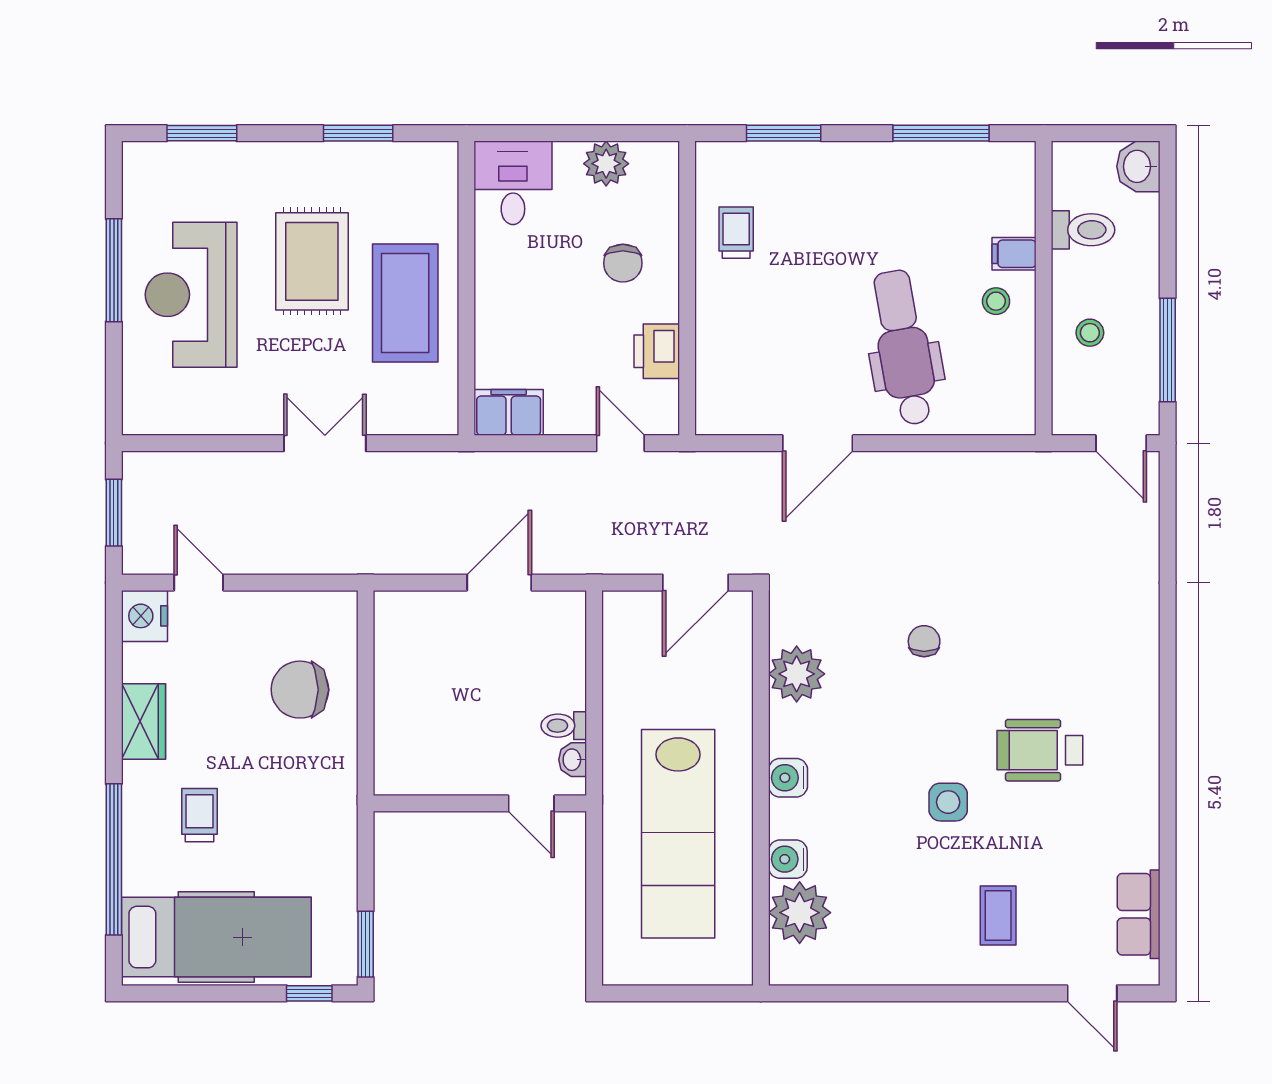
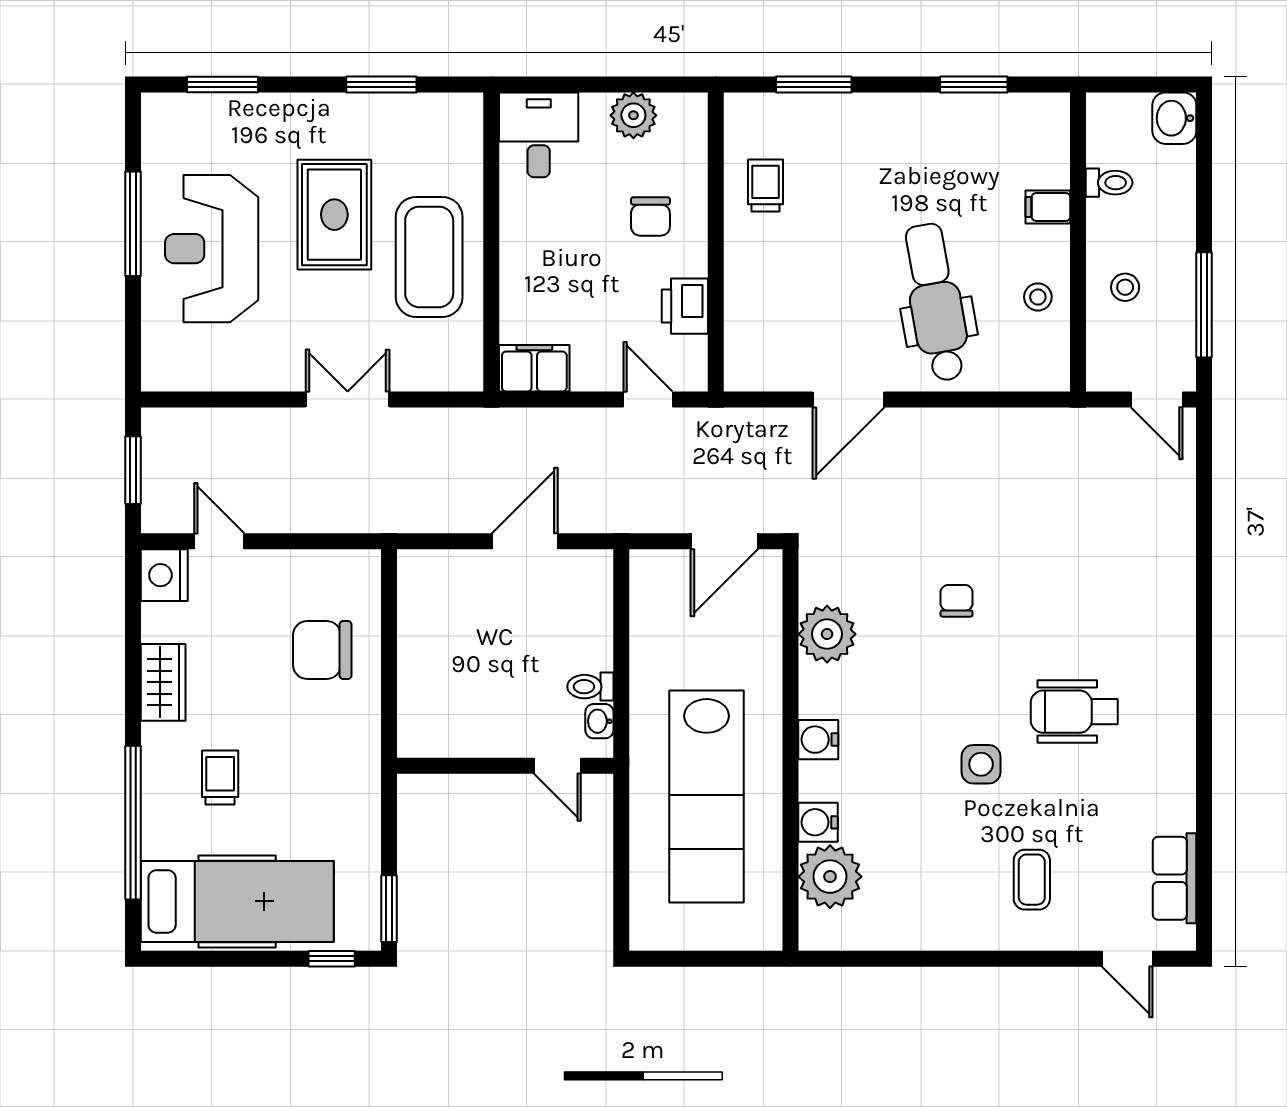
window: (941, 133) -> (974, 84), width x0.69
toilet: (1083, 230) -> (1109, 183), width x0.73, depth x0.72
stool: (996, 301) -> (1038, 297), moved

